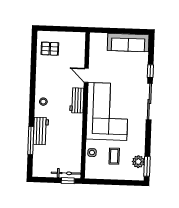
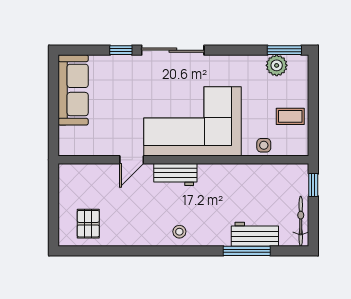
workbench: (41, 131) -> (255, 234), moved
coffee table: (114, 156) -> (290, 116), moved
bicycle: (66, 173) -> (301, 221), moved

